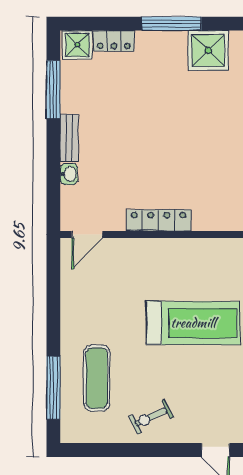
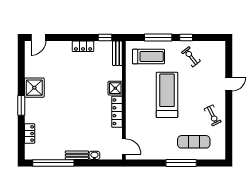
window: (172, 24) -> (21, 105), width x0.69
shower: (77, 45) -> (115, 88), moved
window: (53, 90) -> (53, 163), width x1.46
window: (53, 388) -> (181, 163), moved

